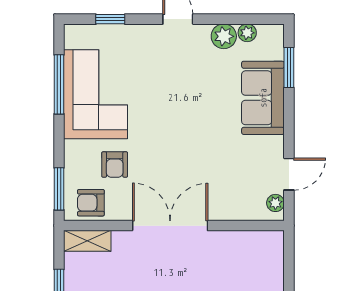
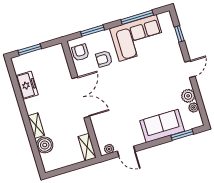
window: (59, 189) -> (93, 31), moved
shelving: (87, 241) -> (87, 147), moved

